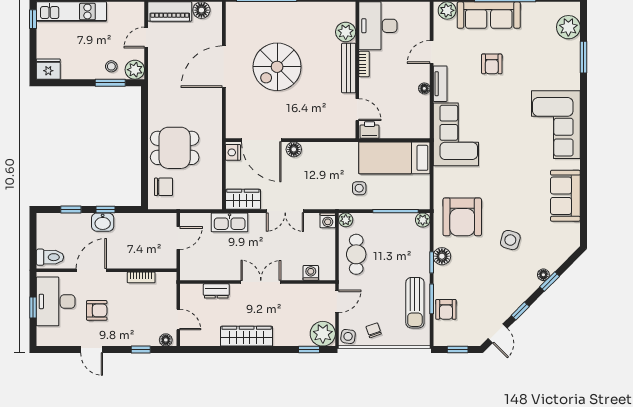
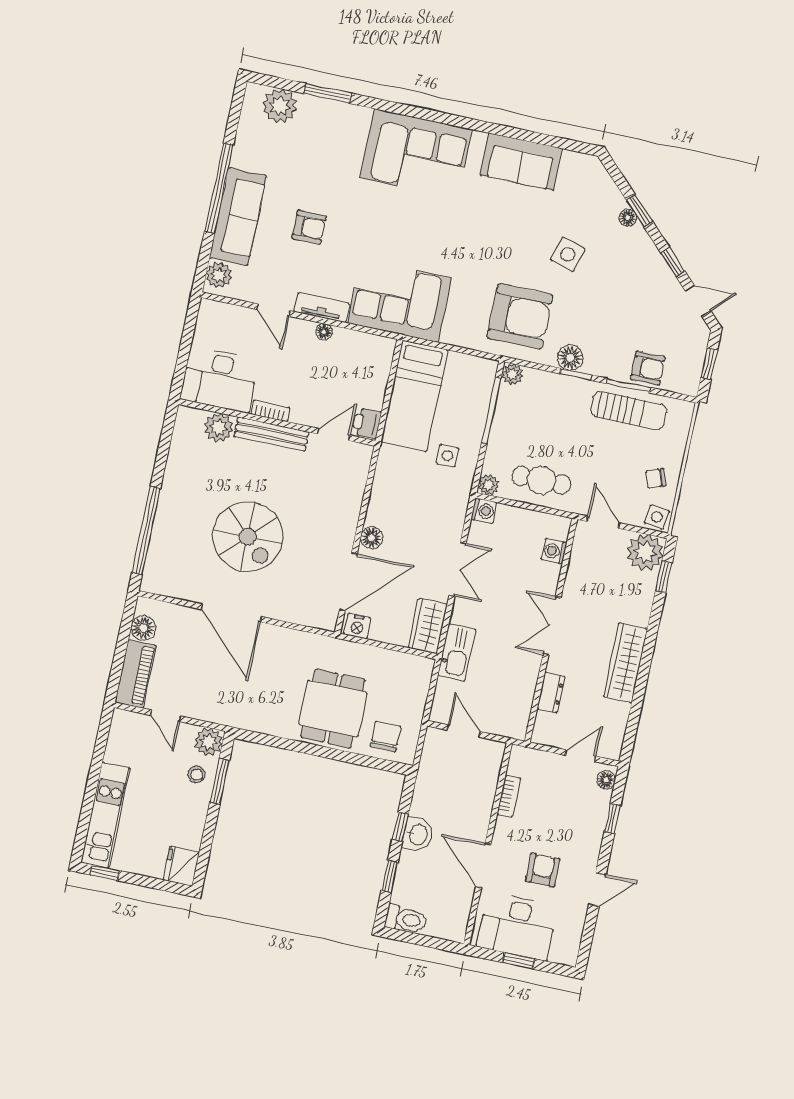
toilet: (50, 257) -> (406, 919), moved, turned 90

